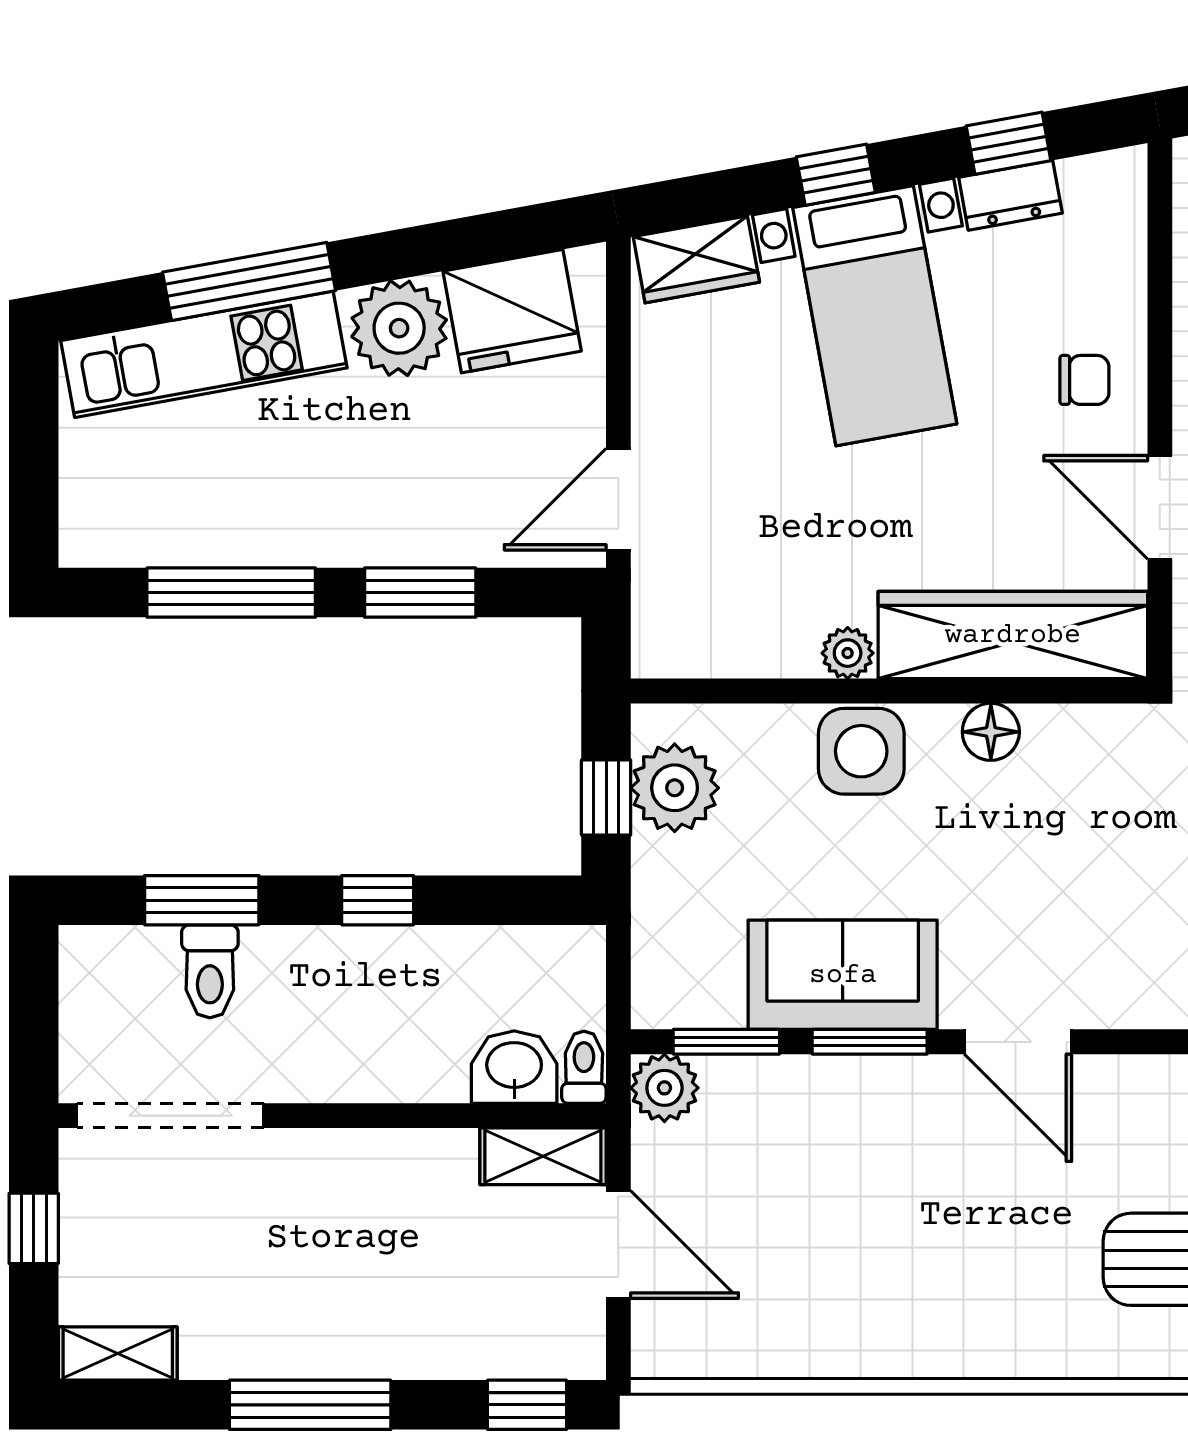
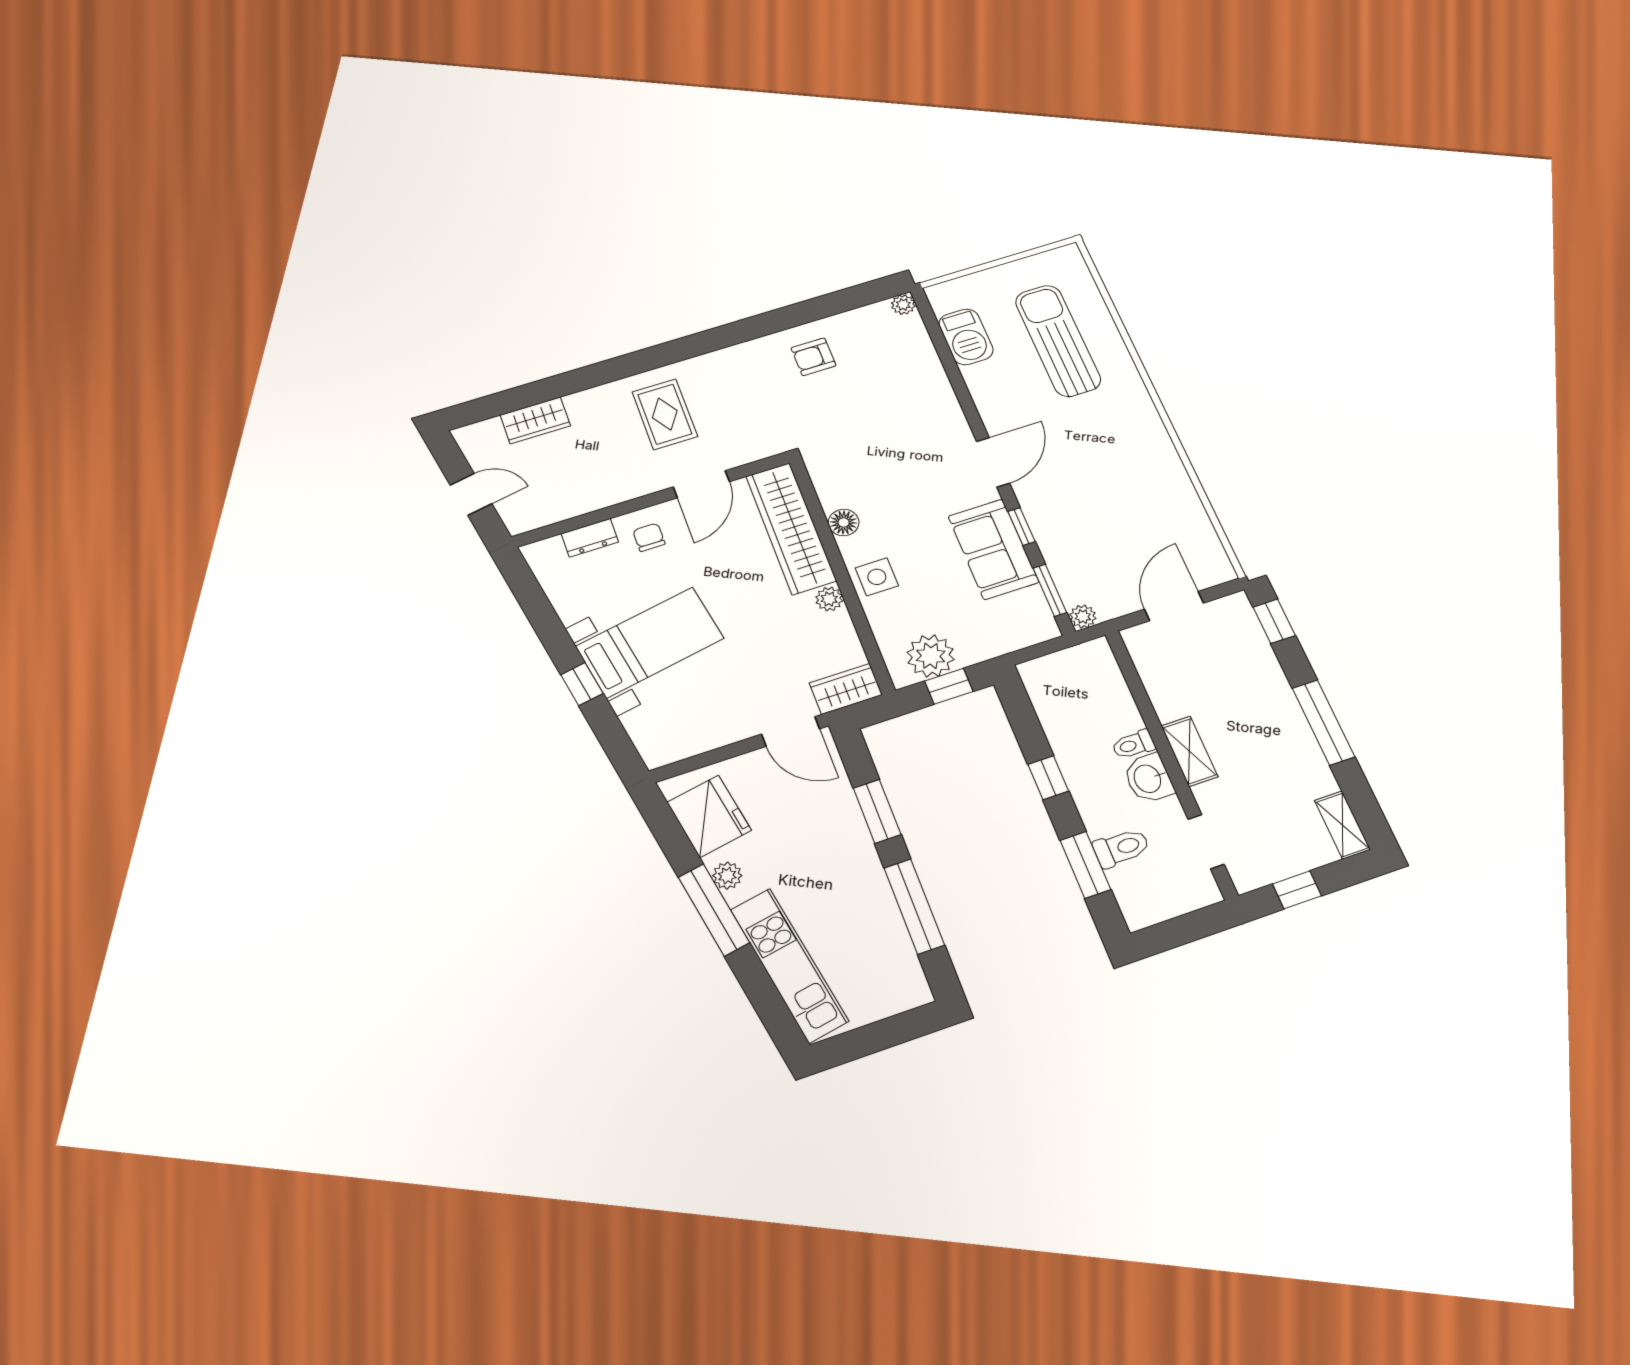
window: (1008, 143) -> (538, 610), removed
dresser: (1010, 195) -> (590, 538), moved, turned 100
wardrobe: (696, 259) -> (846, 689), moved, turned -80
window: (249, 281) -> (714, 910), moved
plant: (399, 328) -> (727, 876), width x0.53, depth x0.53
side table: (861, 751) -> (877, 577), width x0.73, depth x0.73
window: (870, 1042) -> (1021, 526), width x0.67
washbasin: (514, 1067) -> (1148, 778), moved
toilet: (584, 1067) -> (1133, 745), moved
plant: (664, 1088) -> (1083, 617), width x0.73, depth x0.73
doorway: (170, 1116) -> (1206, 842), width x0.53
shelving: (543, 1156) -> (1189, 751), moved

